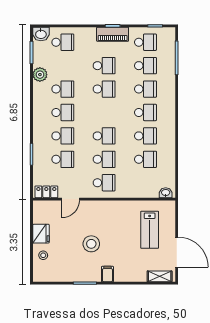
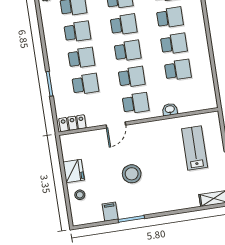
school desk: (104, 112) -> (124, 25), added
washbasin: (166, 193) -> (170, 109), moved
door: (71, 199) -> (116, 125), moved
lab bench: (150, 230) -> (195, 148), turned 180
filing cabinet: (107, 274) -> (110, 212), moved

